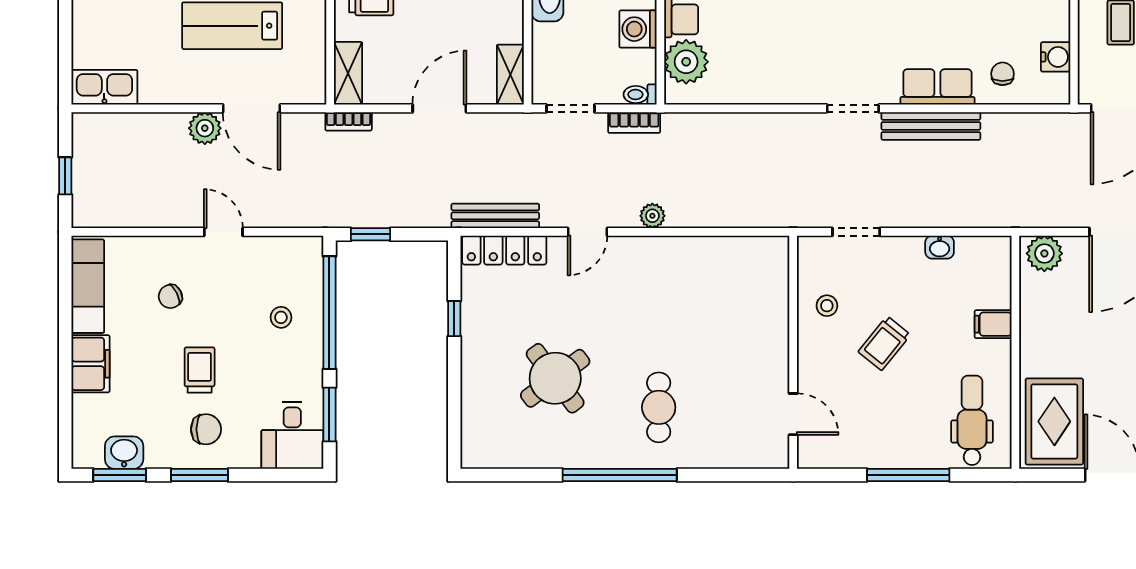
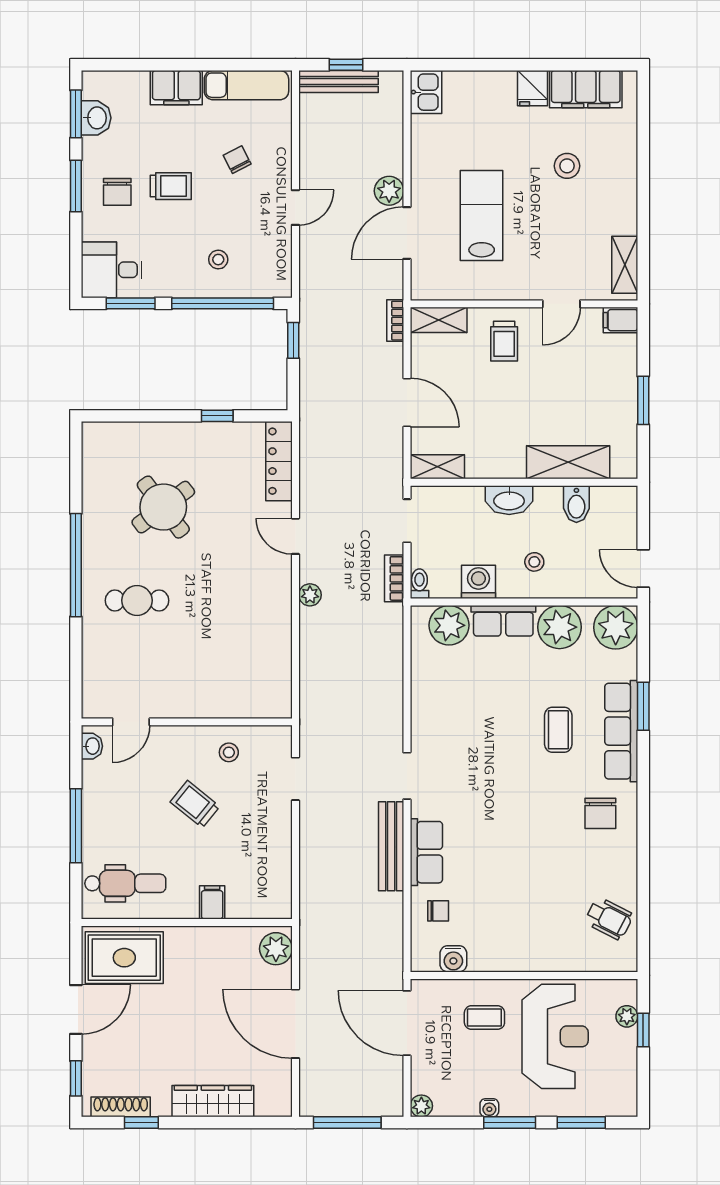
kitchen sink: (104, 87) -> (426, 92), width x0.73
bench: (495, 216) -> (338, 81), moved, turned 90
washbasin: (940, 247) -> (92, 746), moved, turned 180

